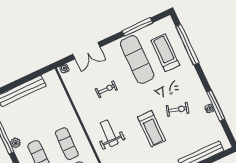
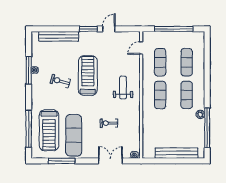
treadmill: (165, 53) -> (49, 130), width x1.37, depth x1.38
treadmill: (152, 129) -> (88, 76), width x1.37, depth x1.38
weight bench: (109, 133) -> (123, 88), turned 180

